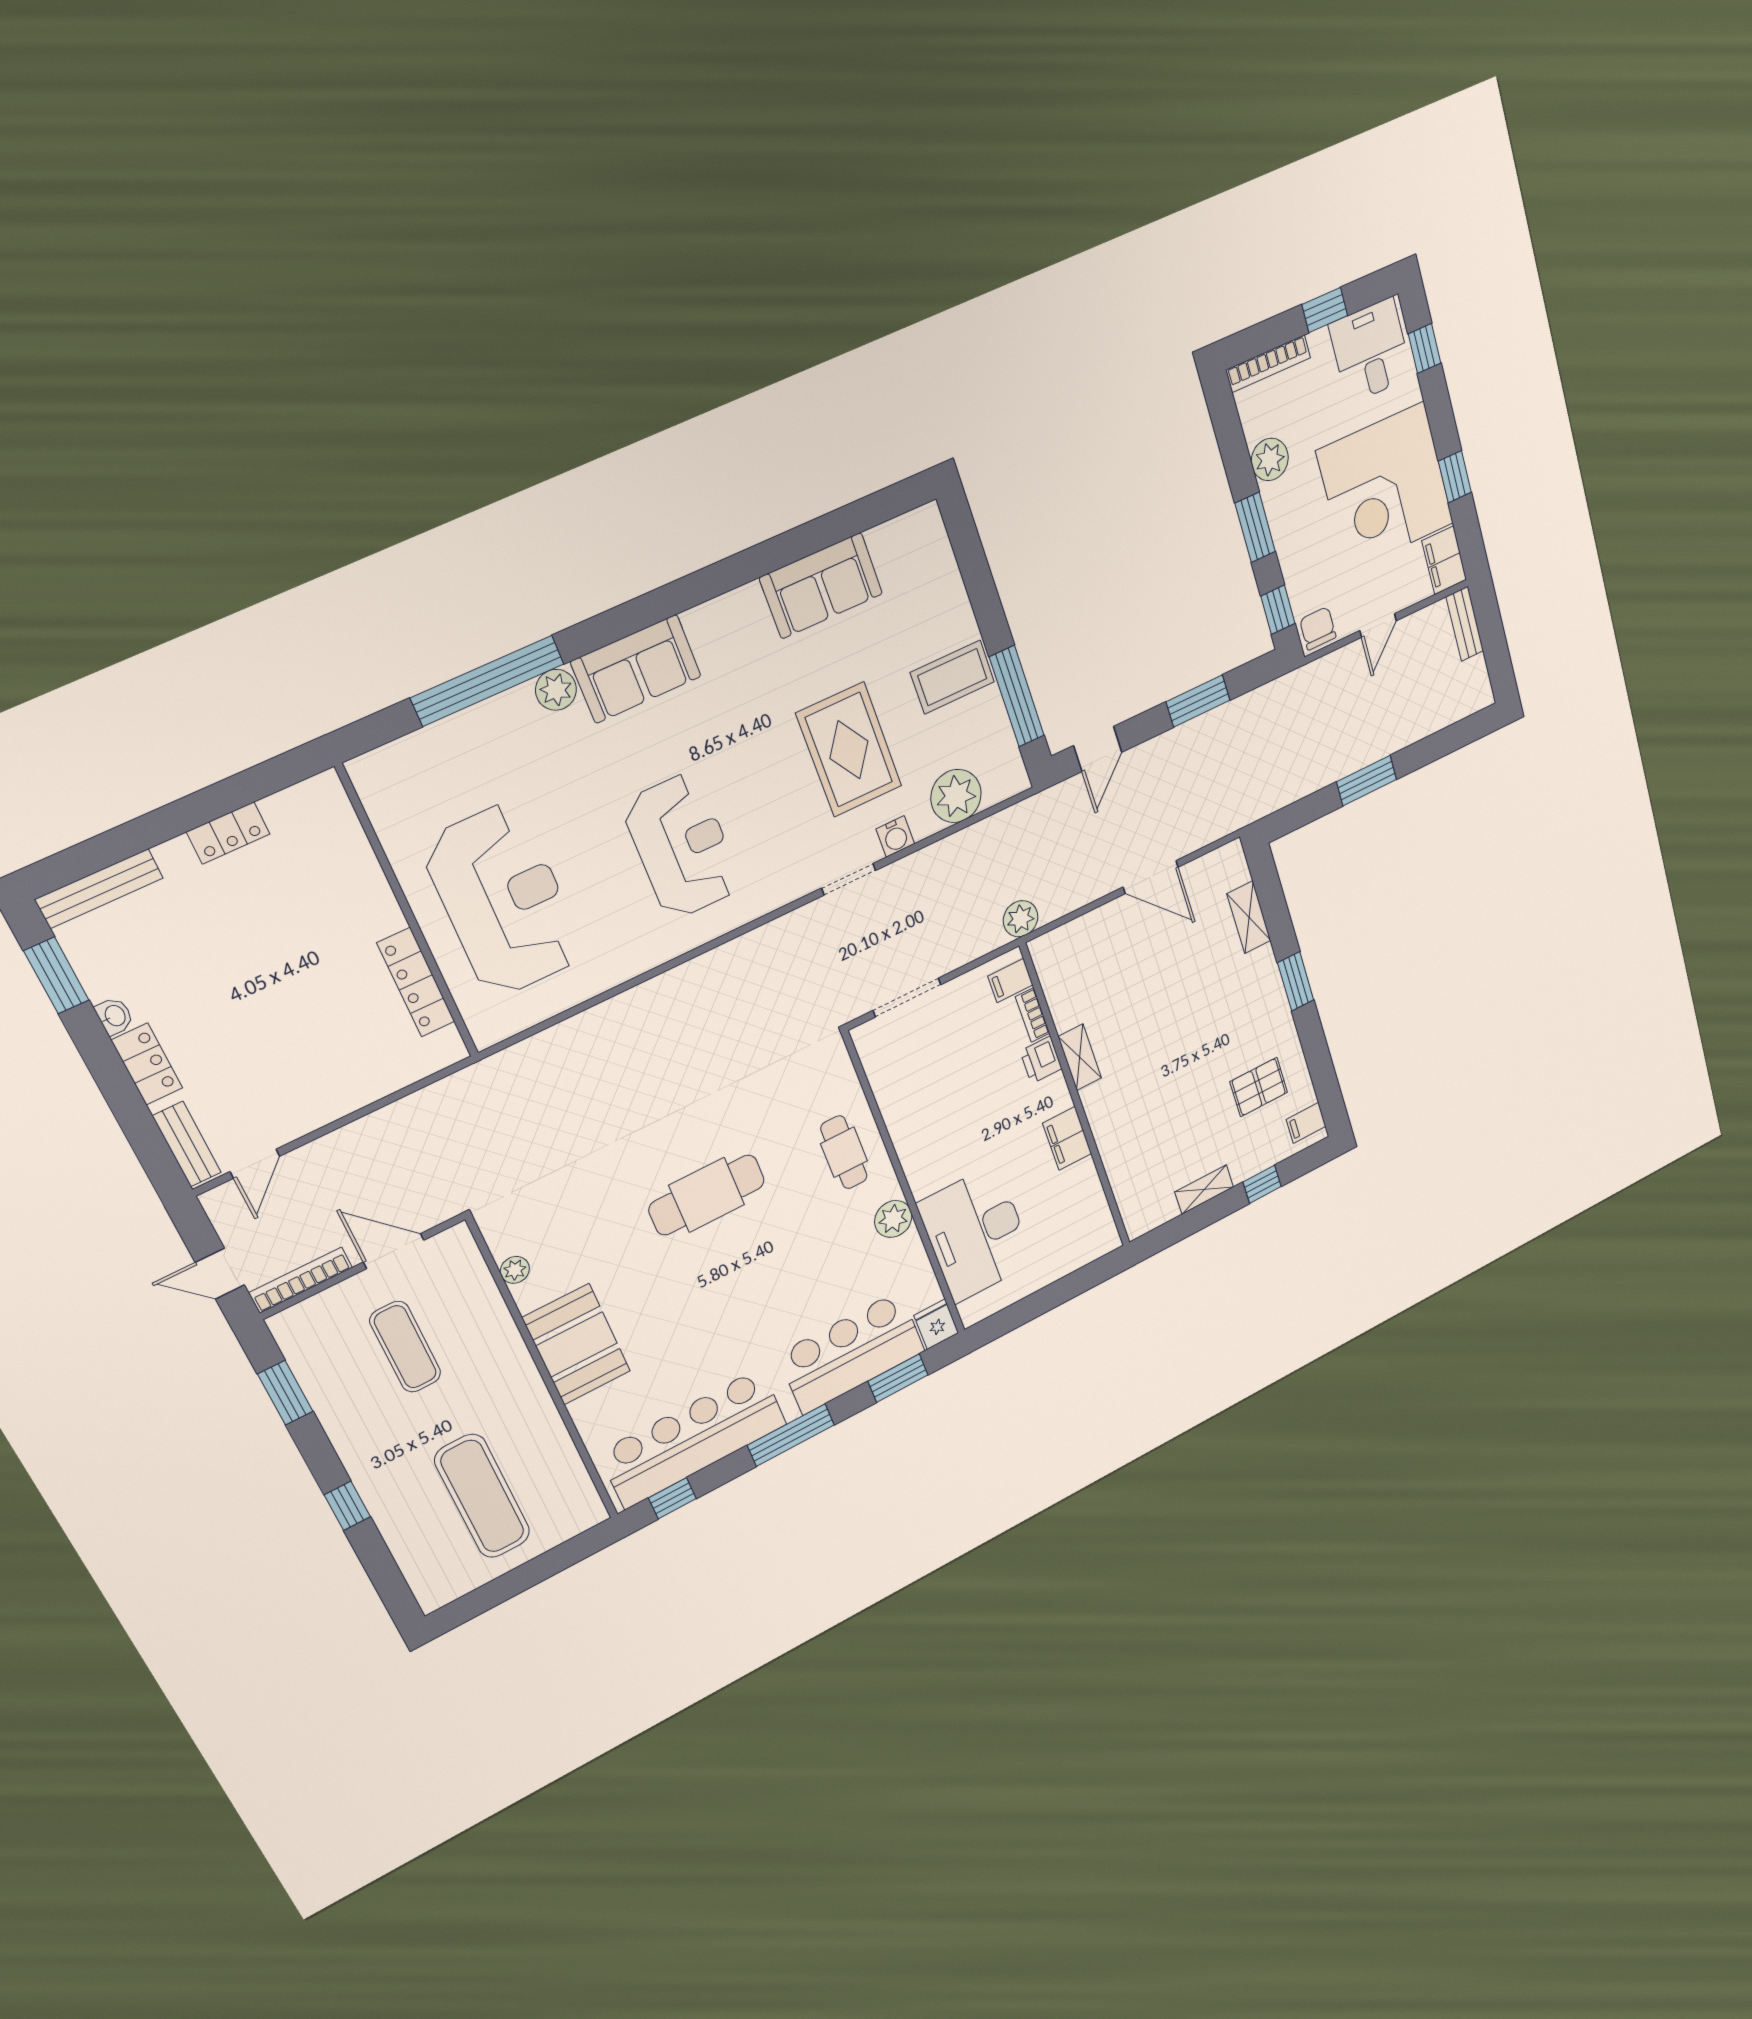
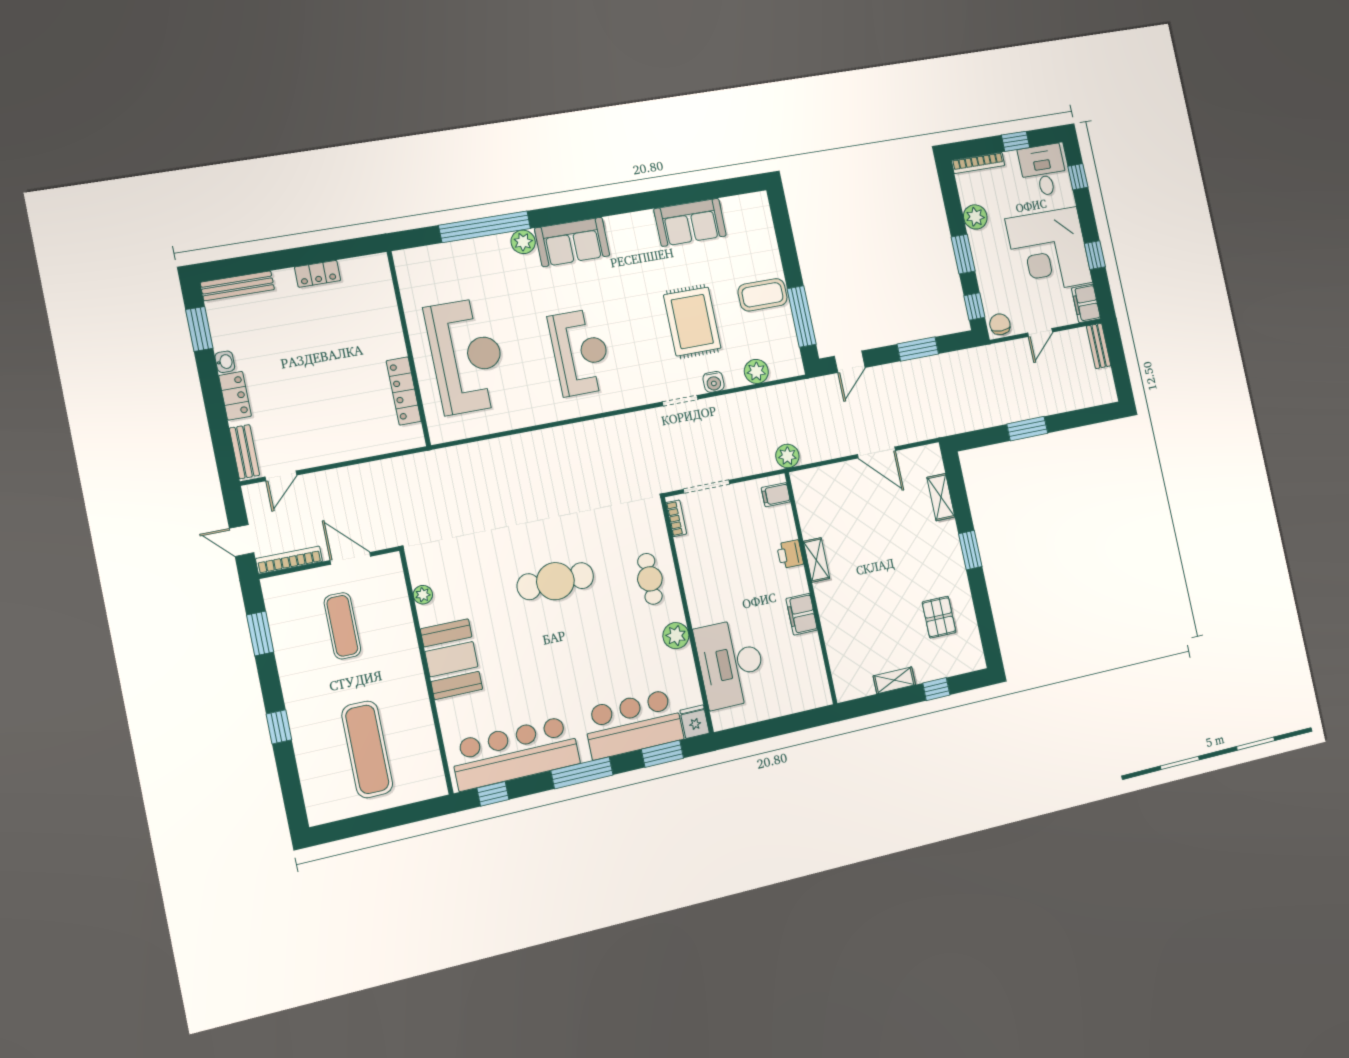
plant: (956, 796) -> (756, 371), width x0.73, depth x0.73
bookcase: (1033, 1015) -> (676, 518), moved, turned 180
pallet: (1259, 1087) -> (939, 617), turned 90
filing cabinet: (1306, 1123) -> (971, 653), removed

